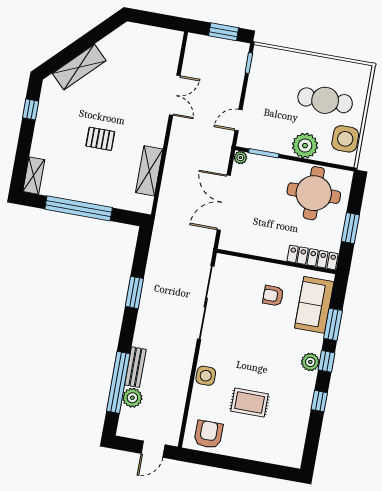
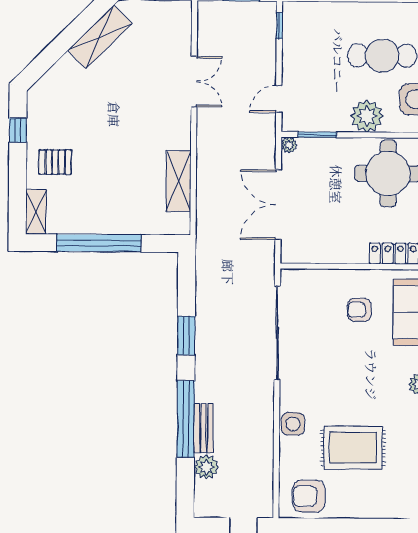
shelving: (79, 67) -> (100, 37), moved
pallet: (100, 139) -> (55, 162), moved
window: (118, 382) -> (186, 419), moved
rug: (250, 403) -> (353, 448), width x1.36, depth x1.43
armchair: (208, 434) -> (309, 496), turned -90

